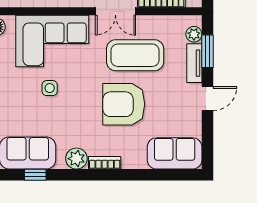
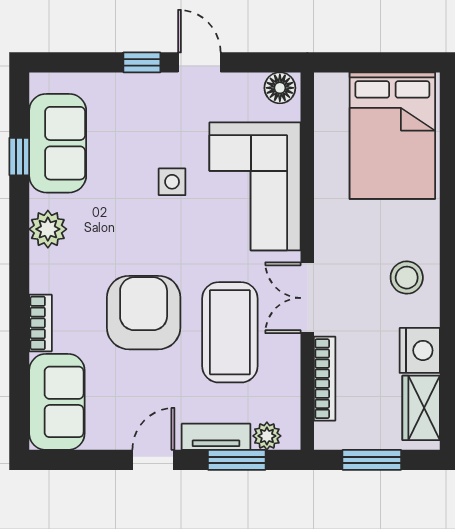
door: (207, 99) -> (153, 460), swing flipped
bookcase: (105, 163) -> (40, 323), moved

